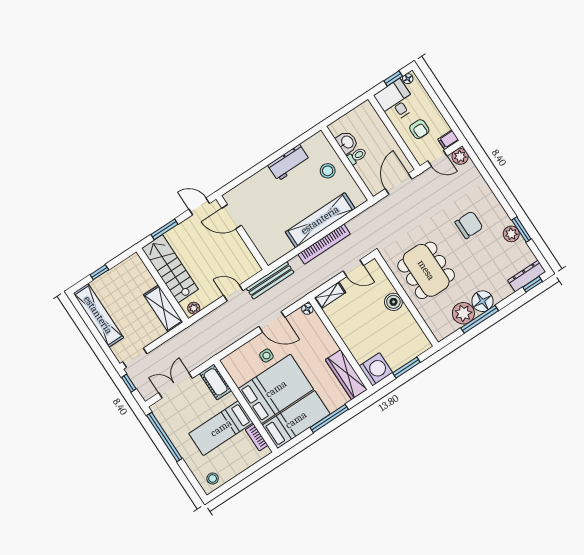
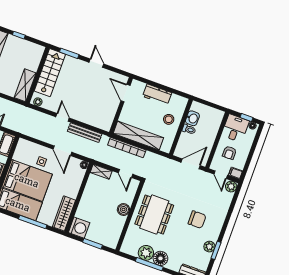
door: (232, 217) -> (125, 93), moved
wall: (242, 233) -> (121, 105), moved

